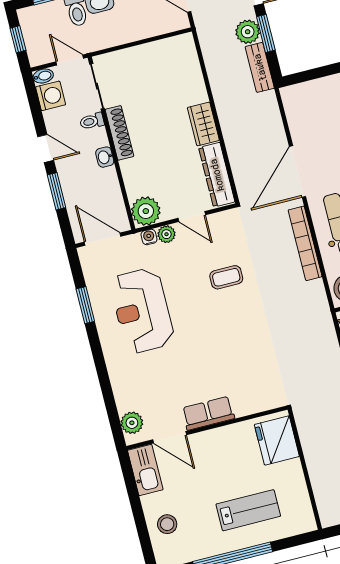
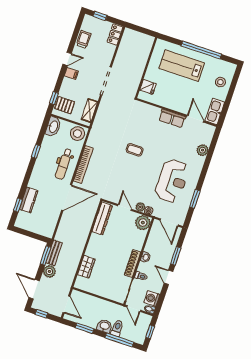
window: (266, 33) -> (46, 255), moved
wardrobe: (203, 124) -> (86, 267), moved
coffee table: (226, 277) -> (135, 150), moved
plant: (132, 423) -> (203, 150), moved
fridge: (277, 440) -> (148, 87), width x0.53, depth x0.75
lab bench: (248, 510) -> (182, 66), width x1.36, depth x1.39

